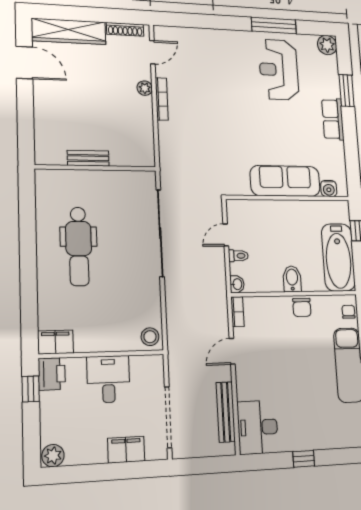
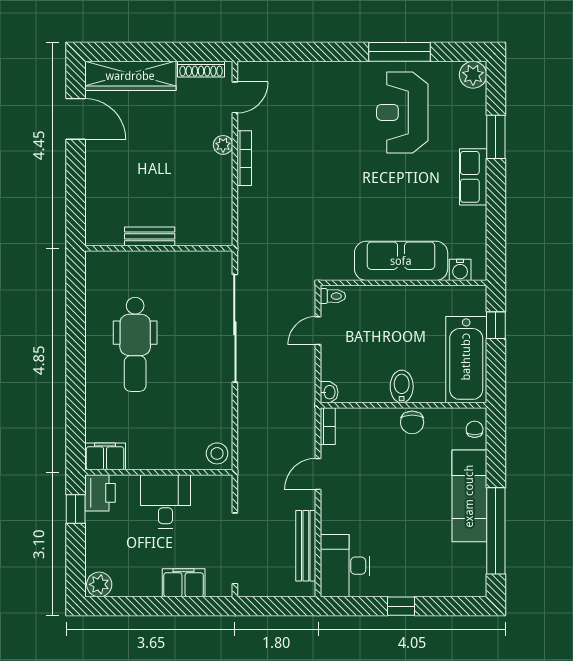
toilet: (238, 256) -> (333, 296), moved

